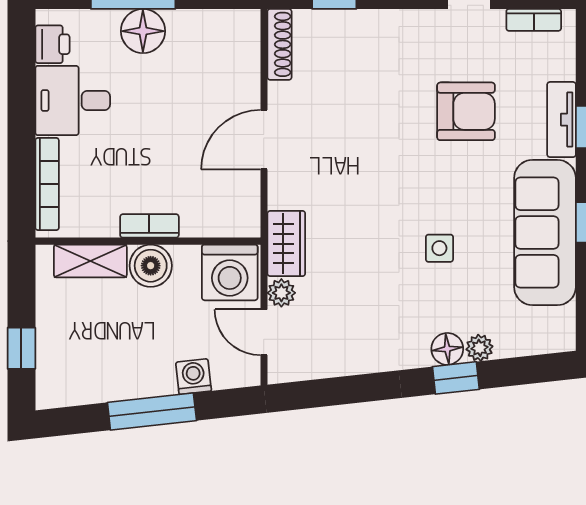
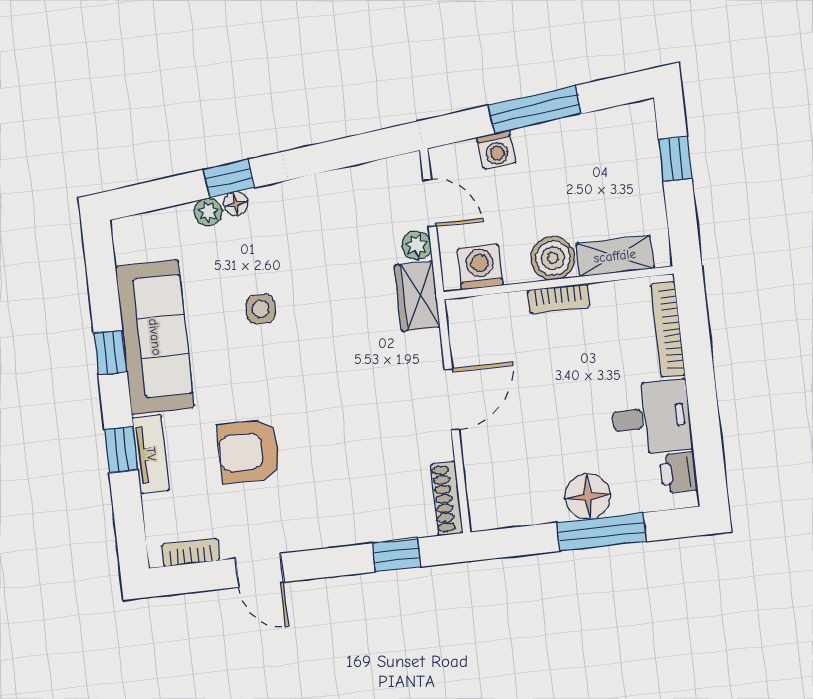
washing machine: (230, 272) -> (480, 267), width x0.73, depth x0.73
floor lamp: (447, 349) -> (236, 204), width x0.73, depth x0.73

